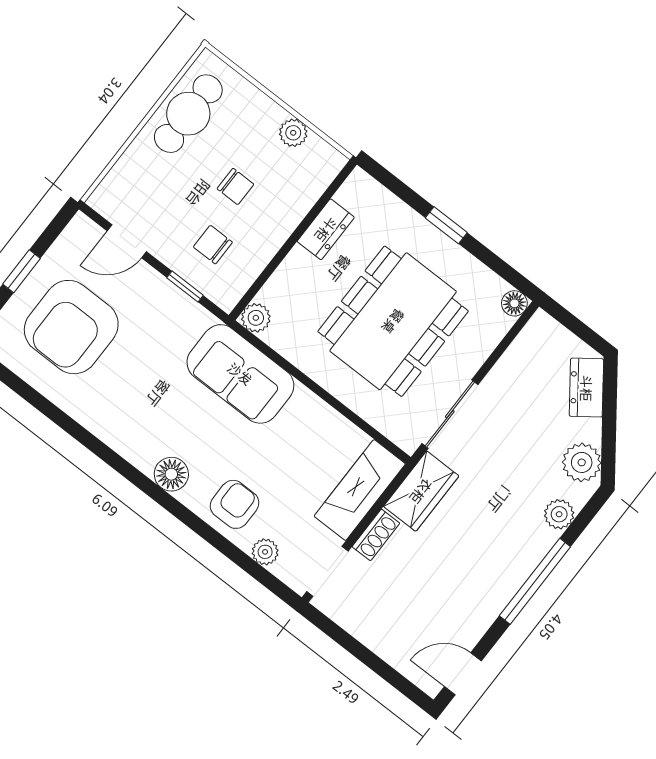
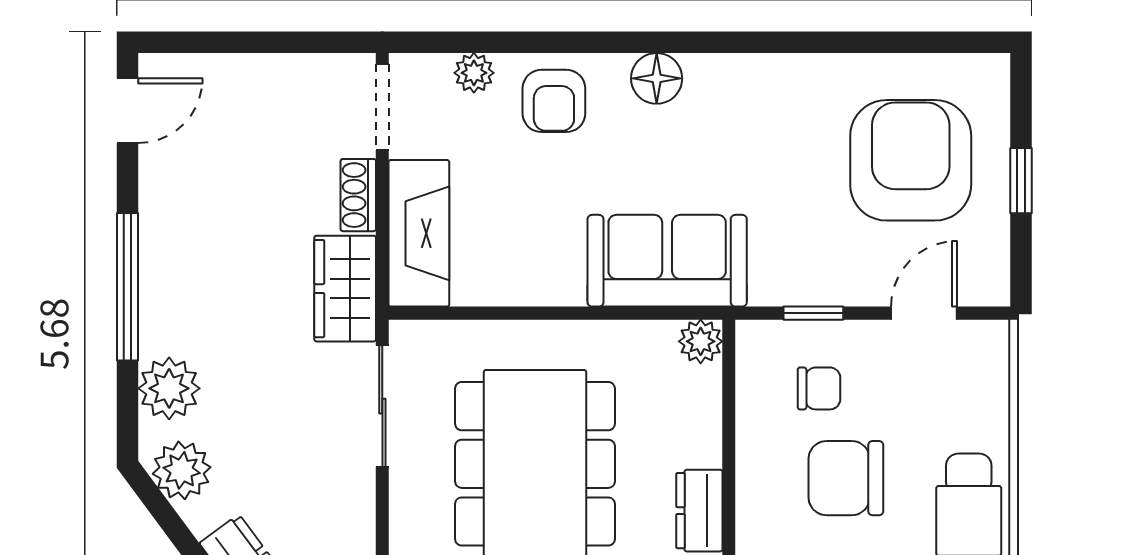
chair: (235, 186) -> (846, 478), width x1.87, depth x1.87
plant: (559, 514) -> (169, 388), width x1.38, depth x1.38

